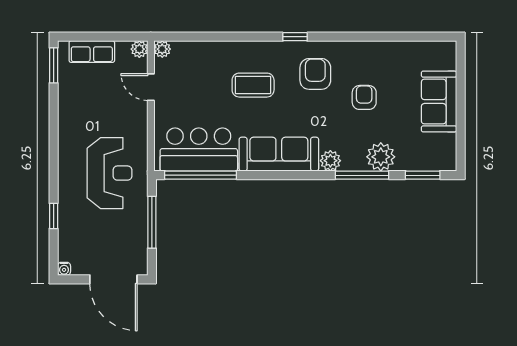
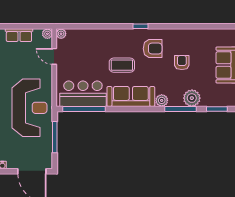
armchair: (315, 74) -> (153, 49), turned 90
coffee table: (253, 85) -> (122, 65), moved
reception desk: (109, 173) -> (30, 108), width x1.36, depth x1.30

